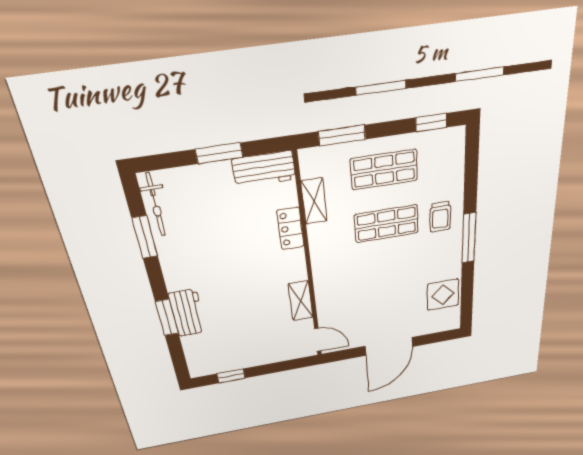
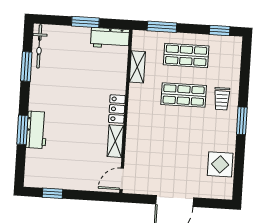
locker: (290, 229) -> (117, 109), moved
window: (469, 238) -> (242, 121), width x0.69
door: (318, 340) -> (122, 179), swing flipped

